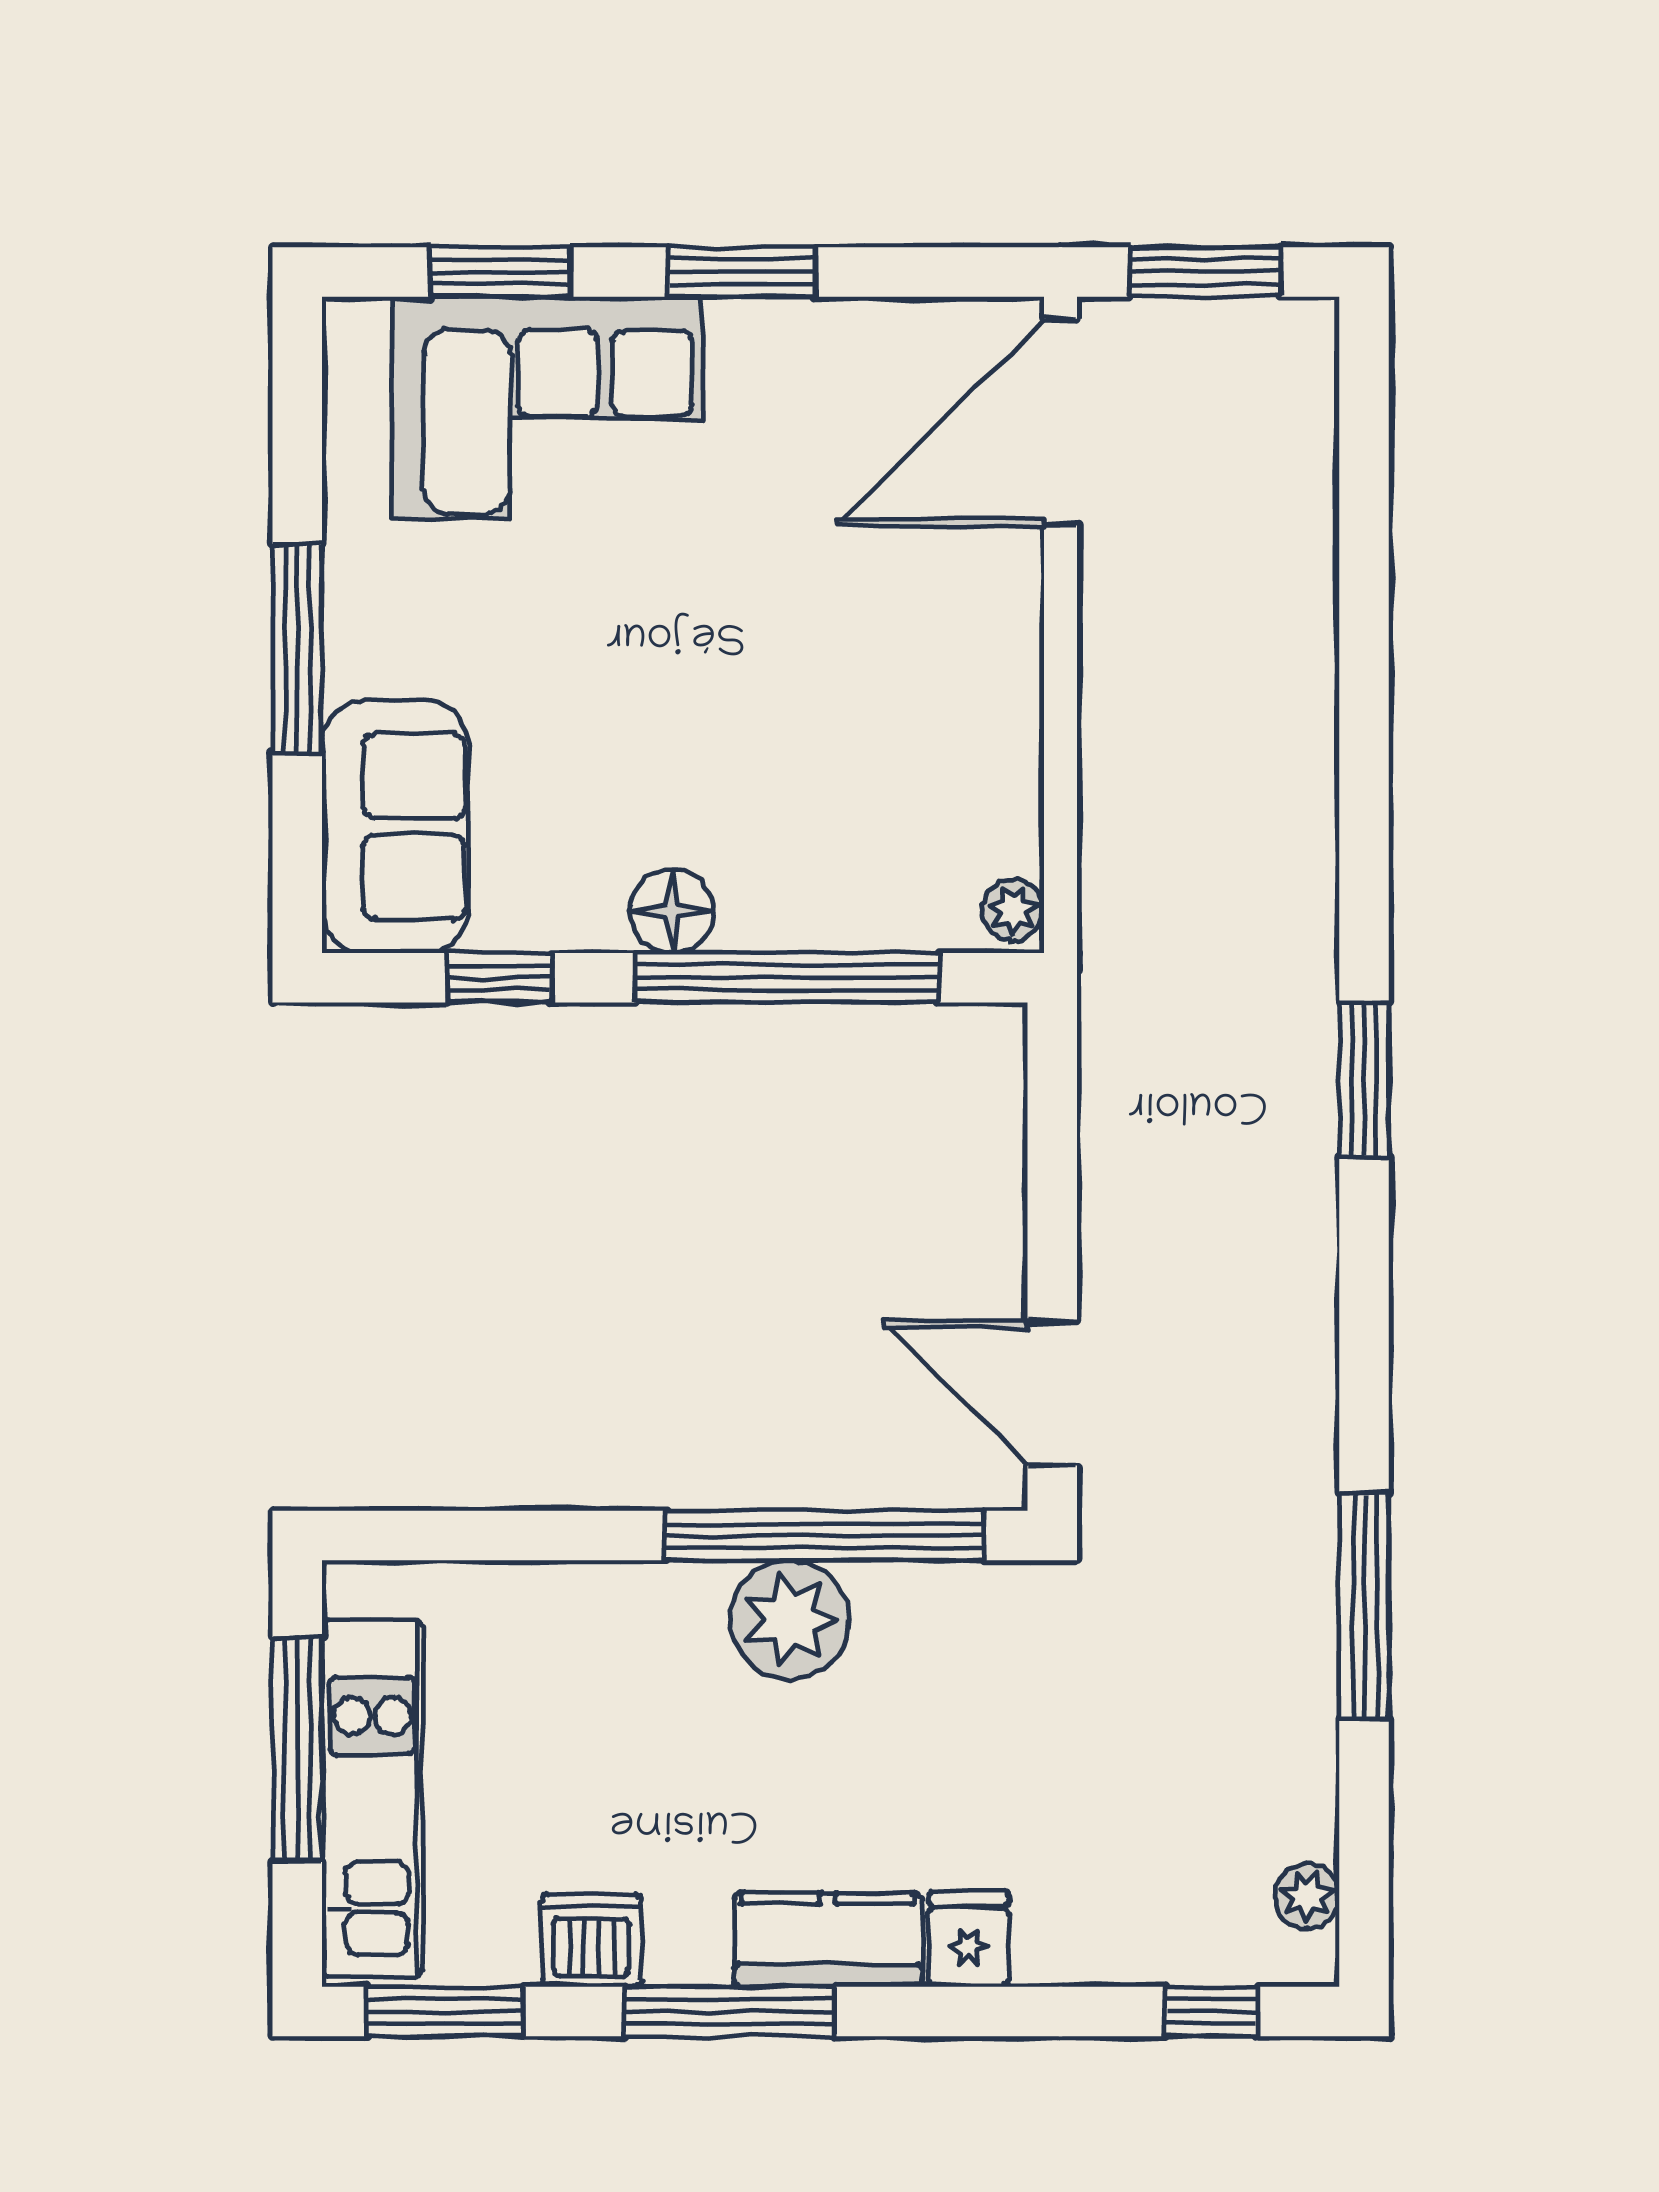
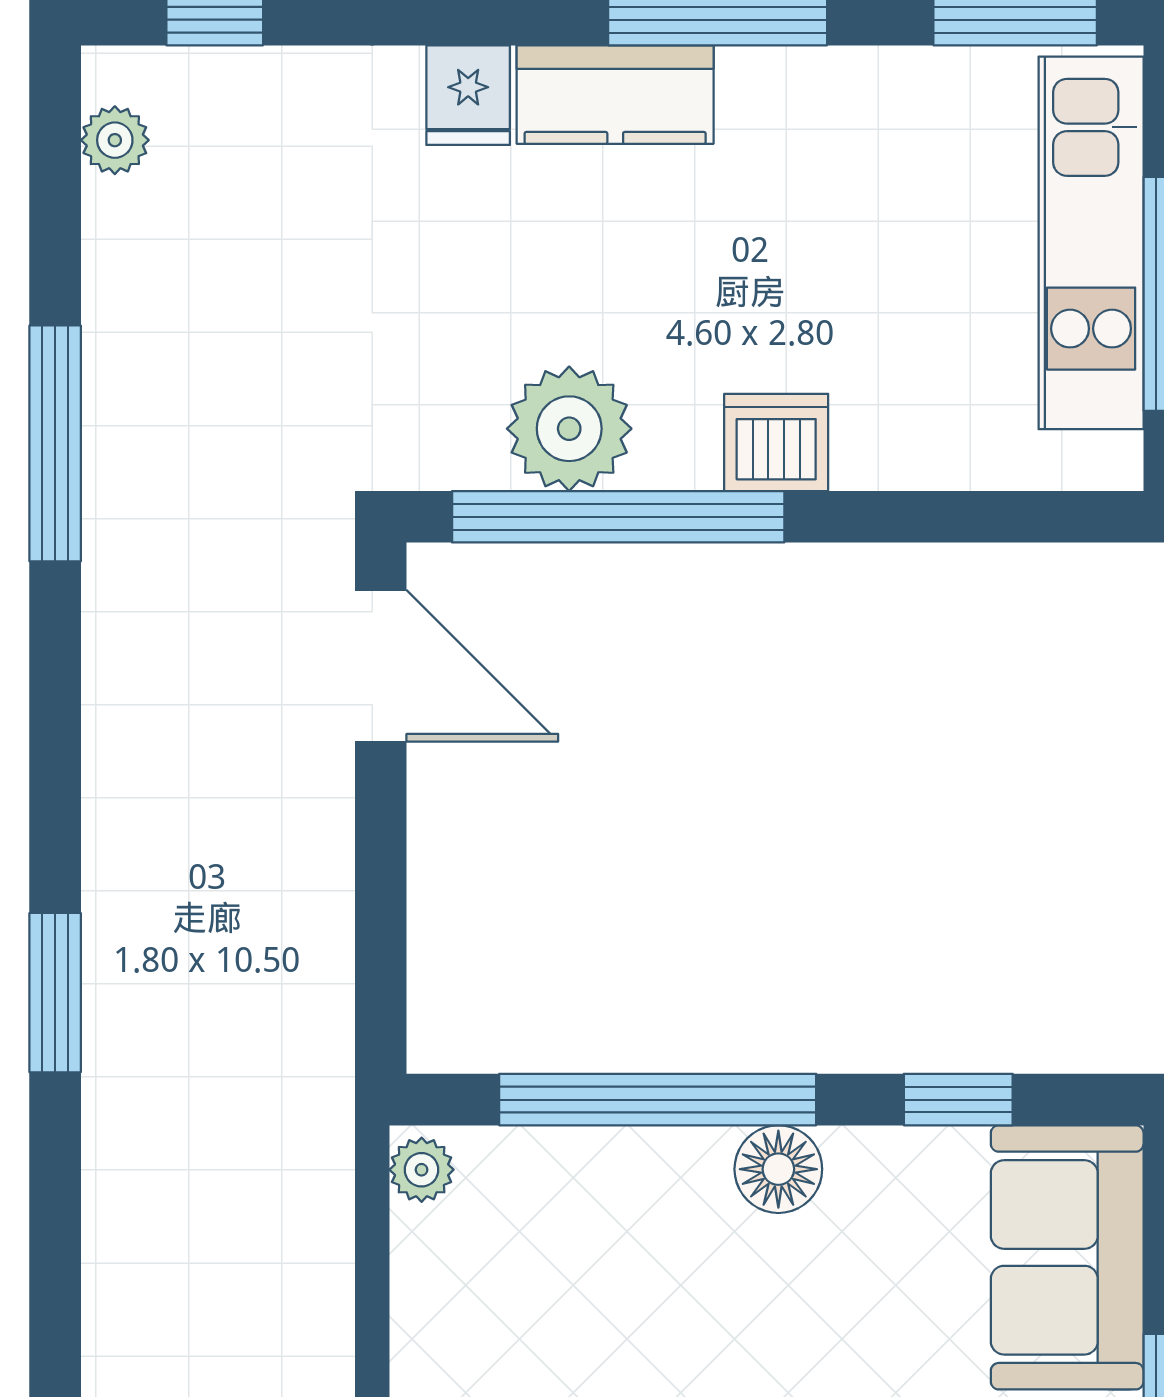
plant: (790, 1620) -> (569, 429), moved
dishwasher: (591, 1940) -> (776, 442), moved, turned 180

